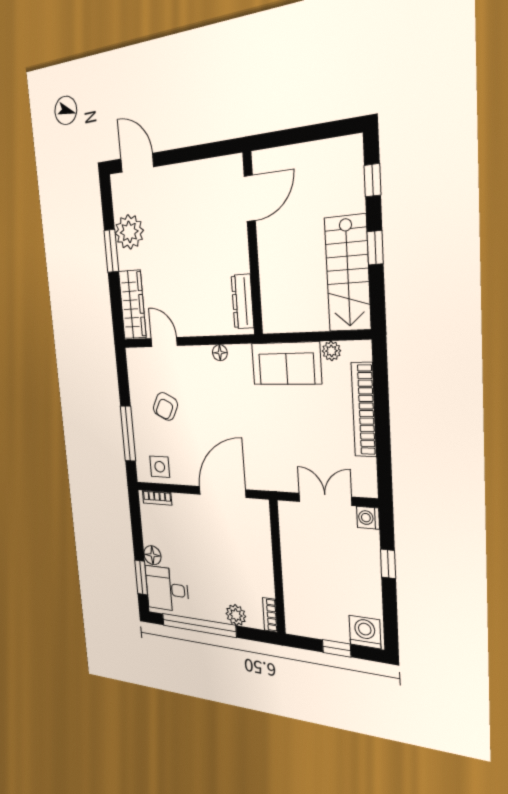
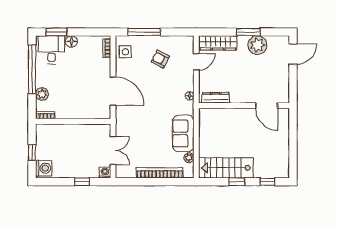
door: (250, 198) -> (267, 106), moved
wall: (253, 244) -> (244, 106), moved
dresser: (243, 301) -> (216, 98), moved

